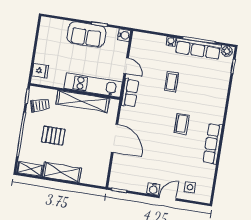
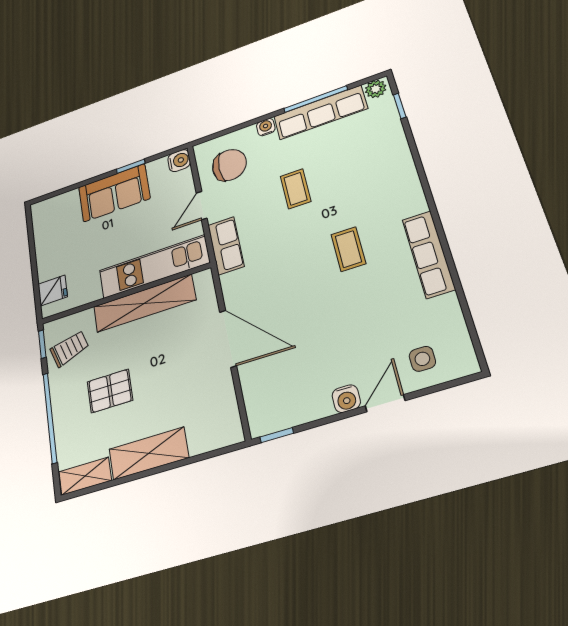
chair: (147, 52) -> (229, 165), added
door: (126, 66) -> (202, 206), swing flipped

